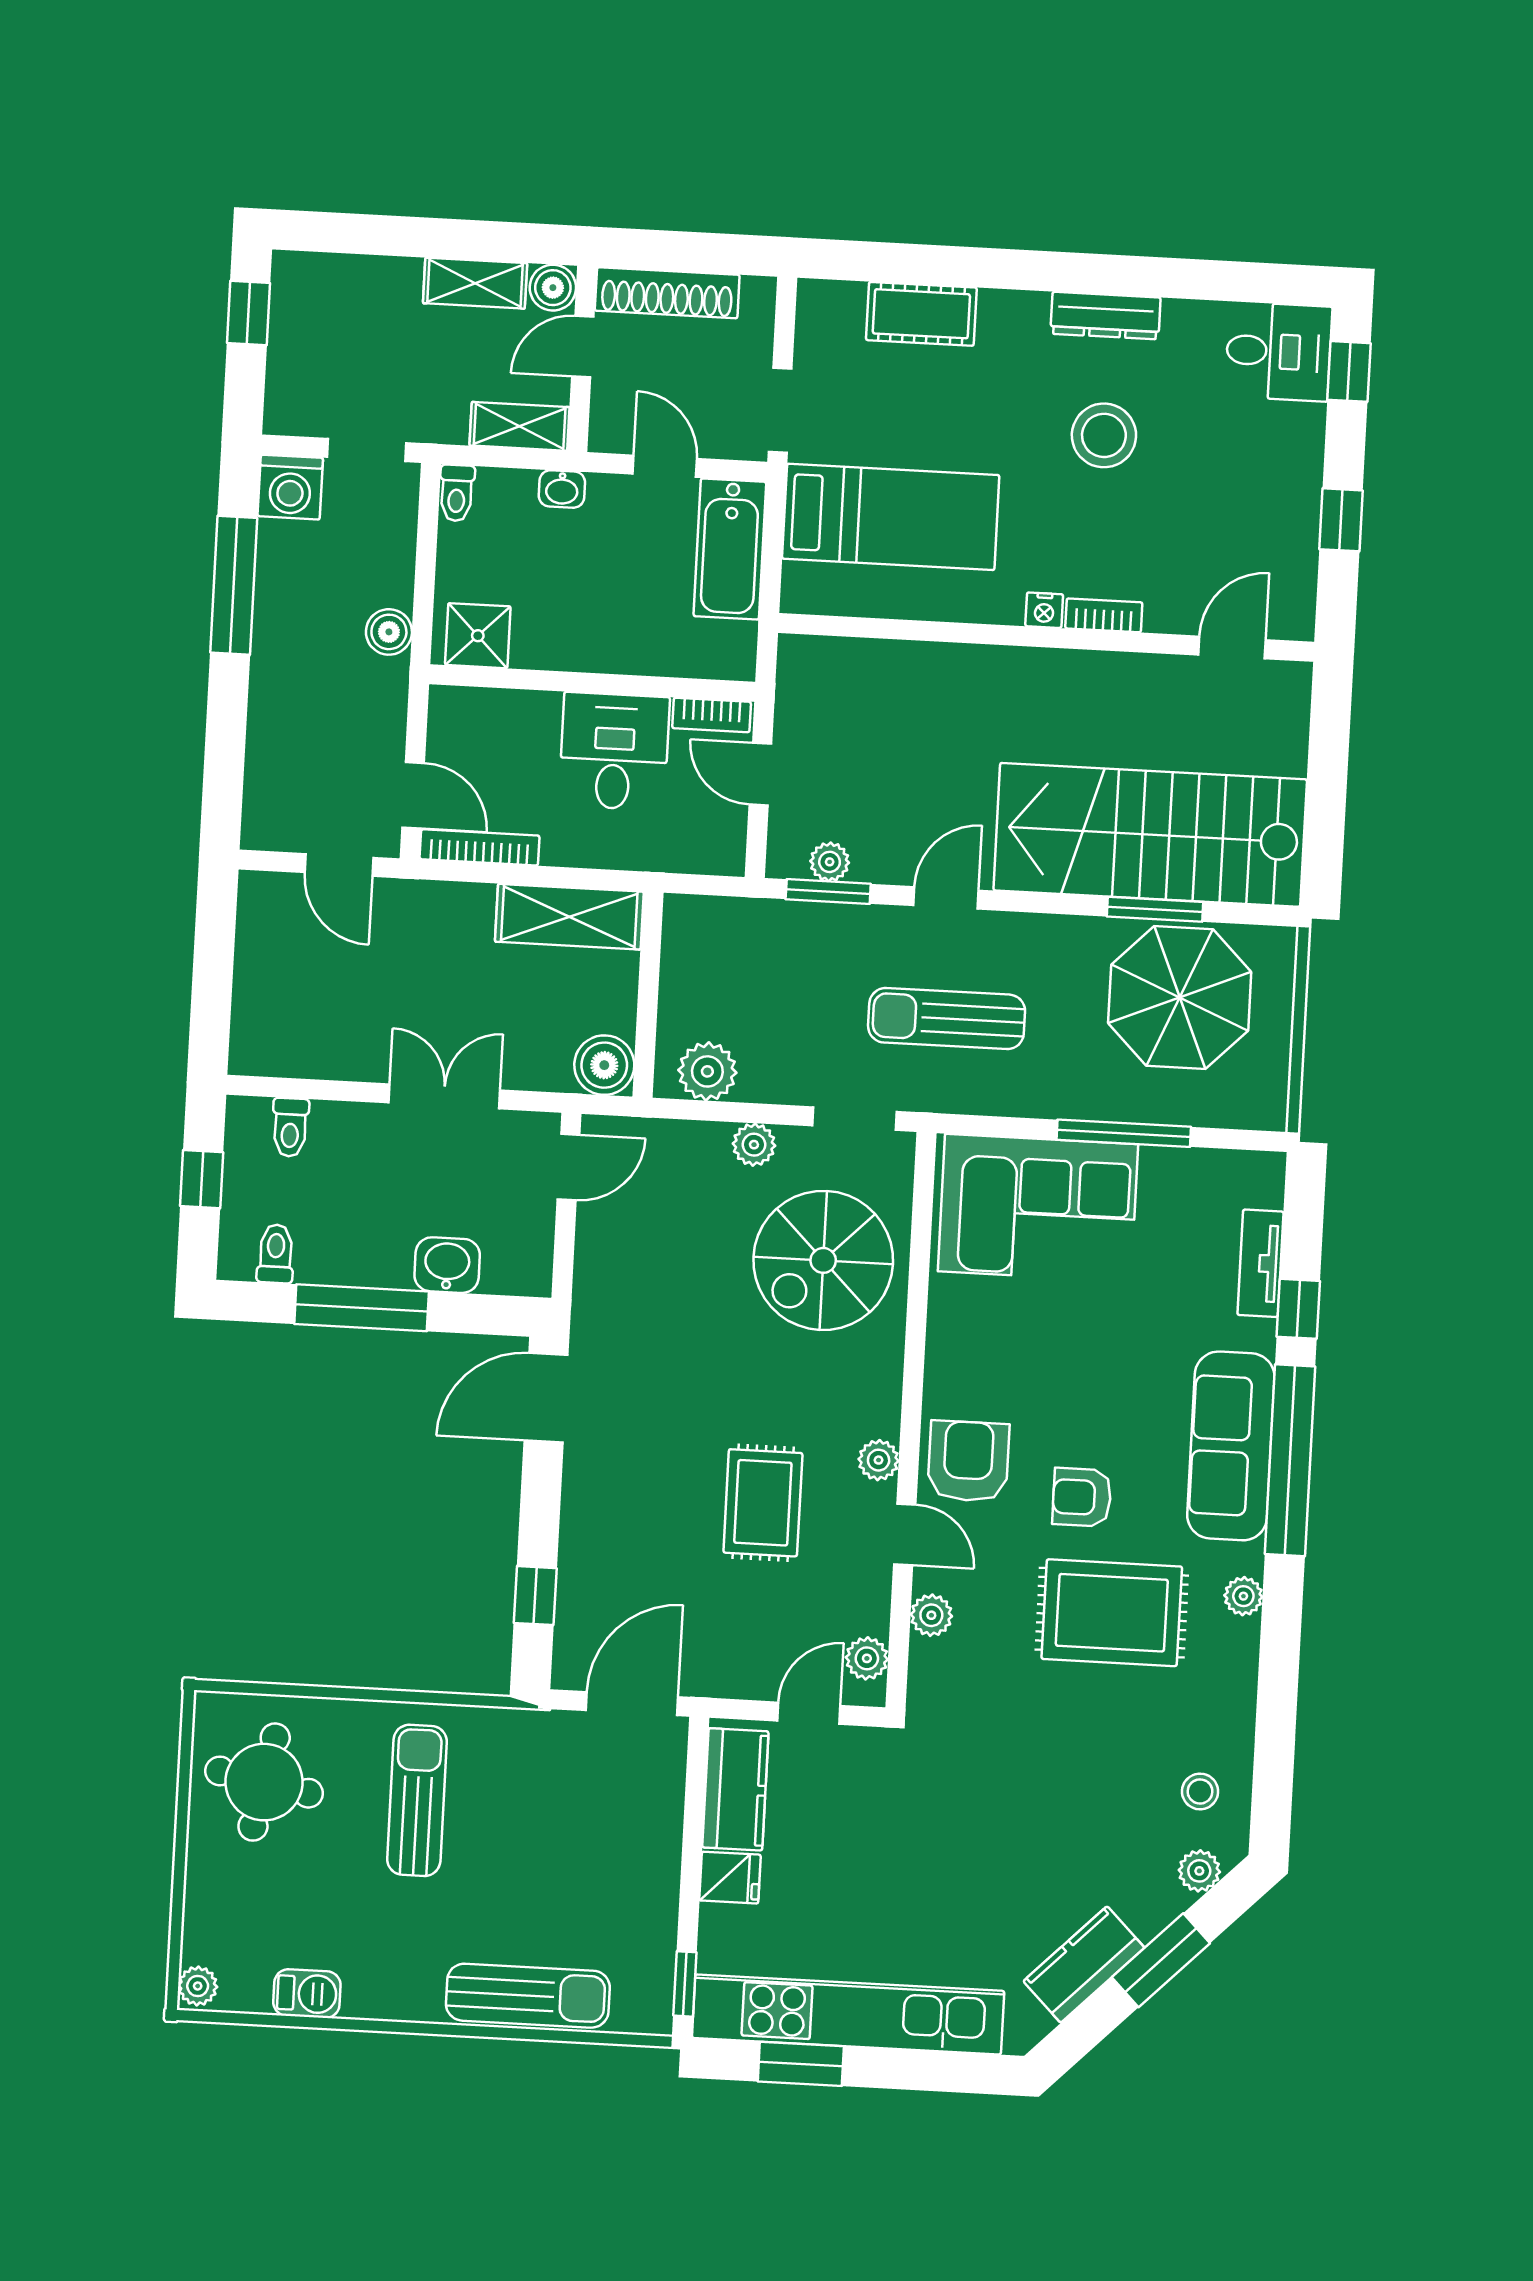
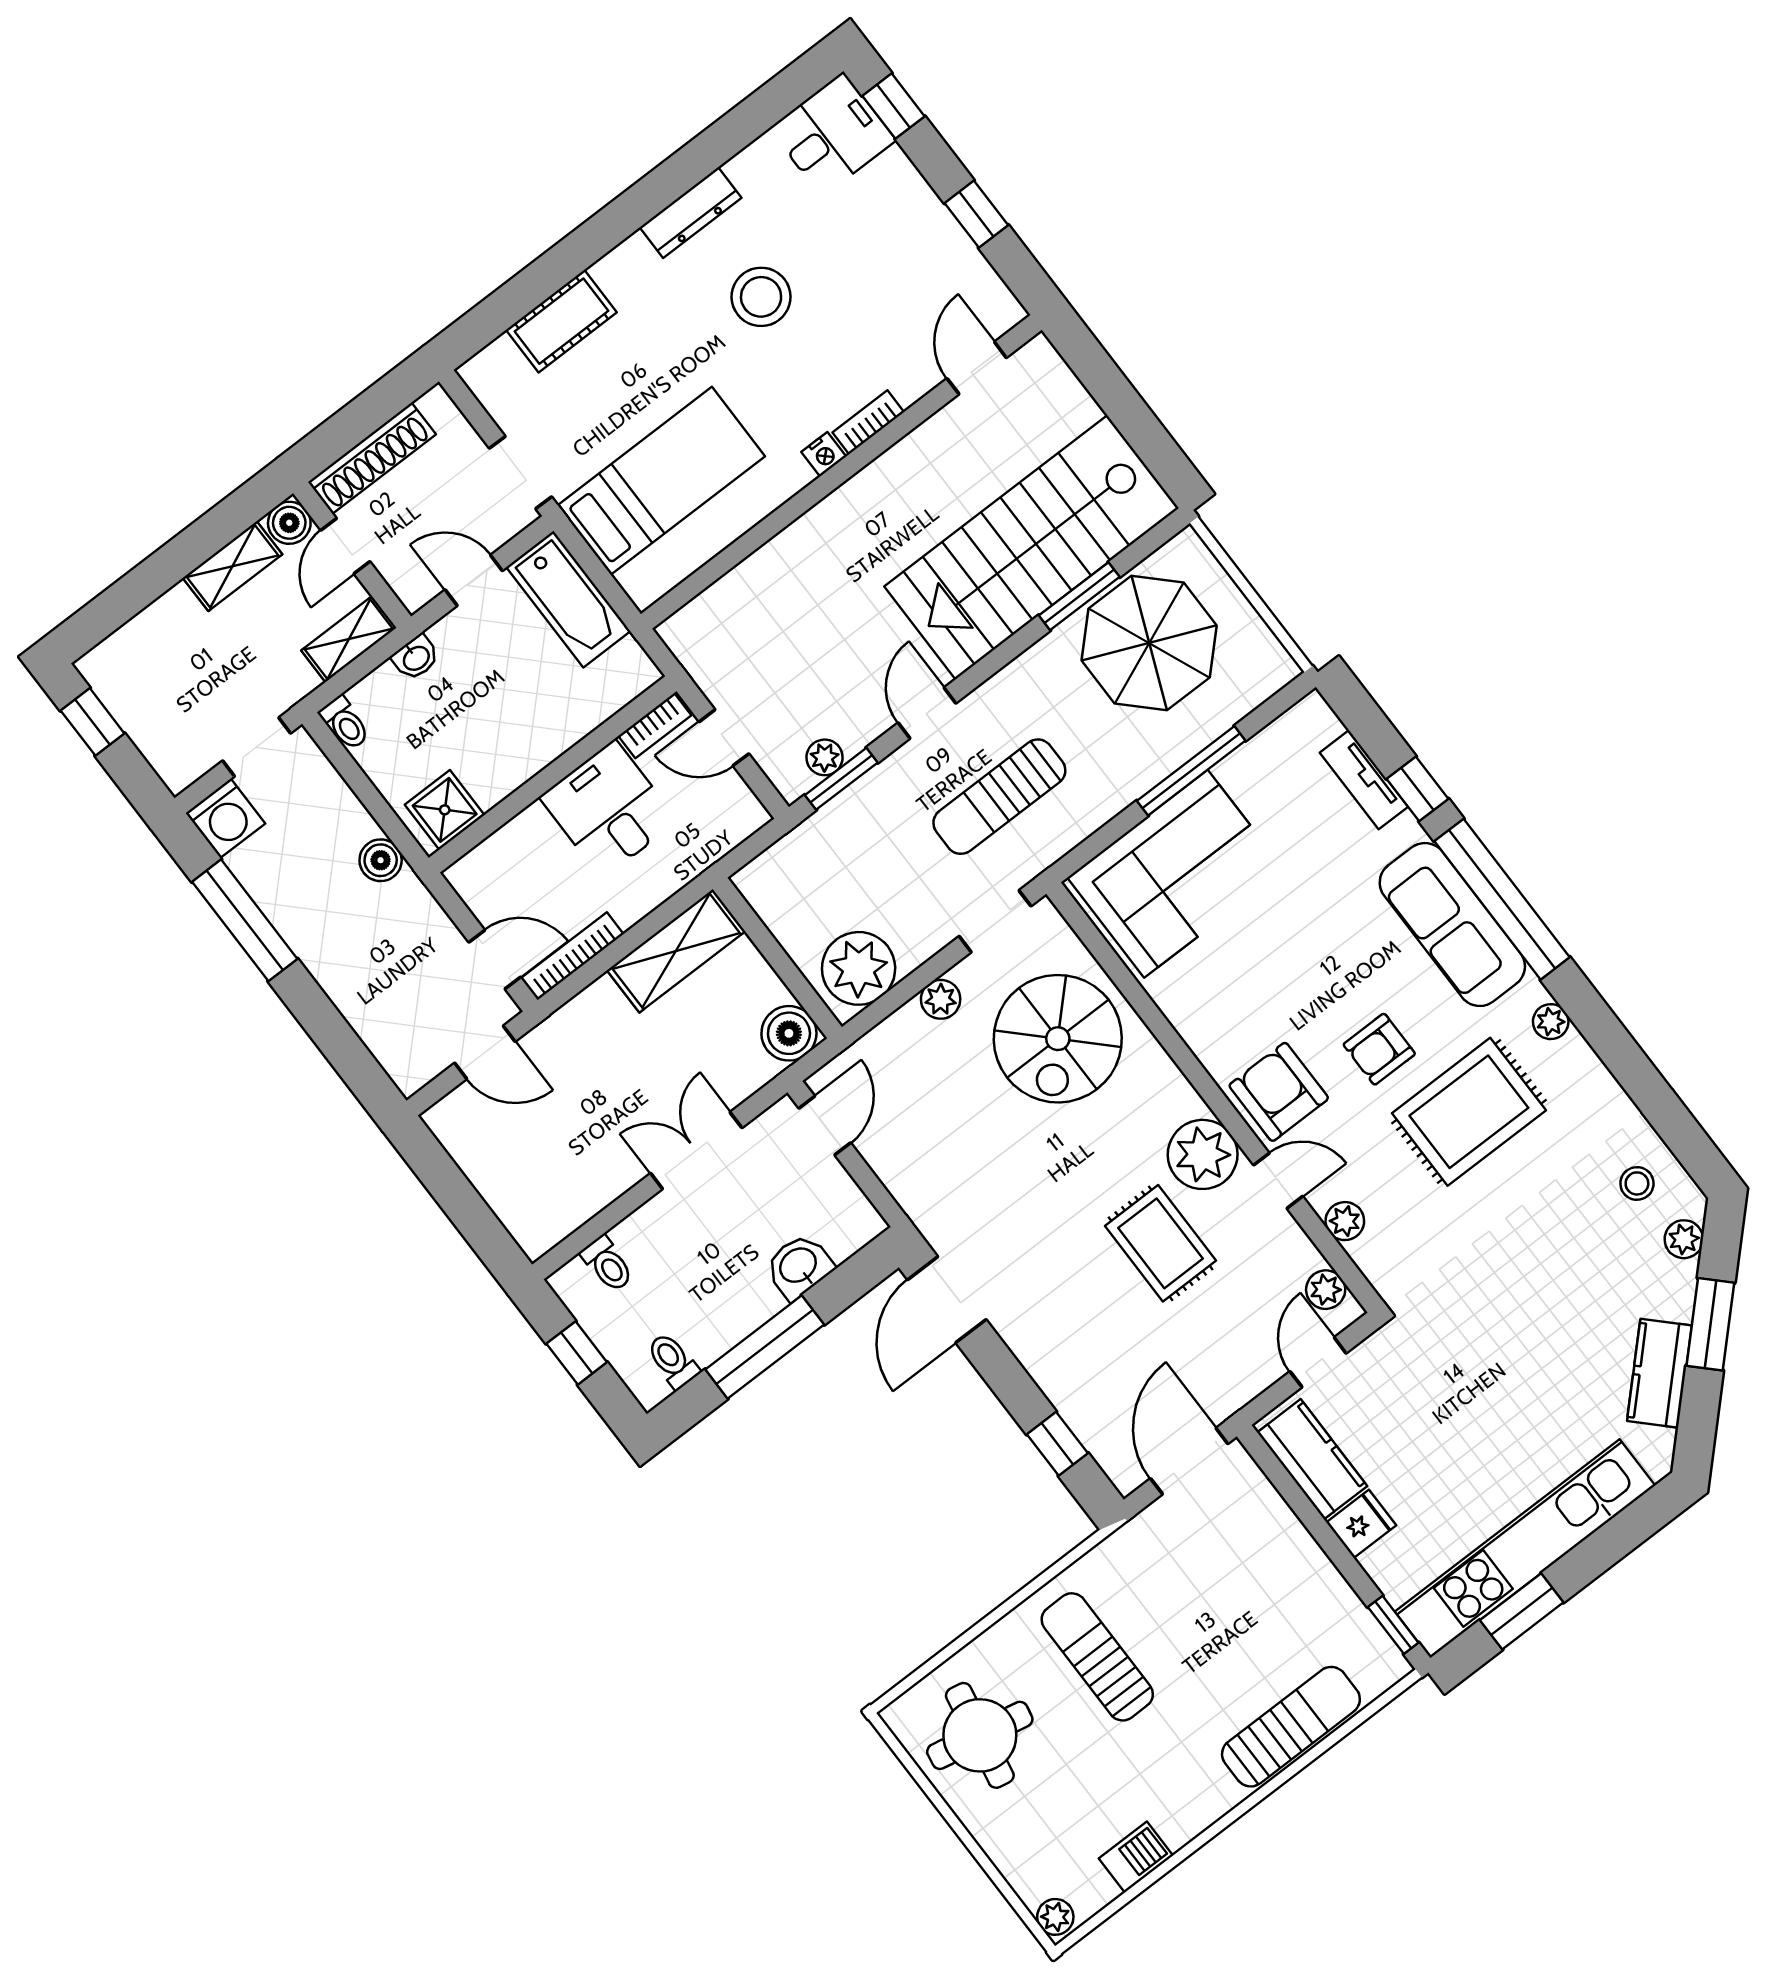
plant: (707, 1071) -> (859, 968), width x1.36, depth x1.36
plant: (879, 1460) -> (1203, 1154), width x1.87, depth x1.87

